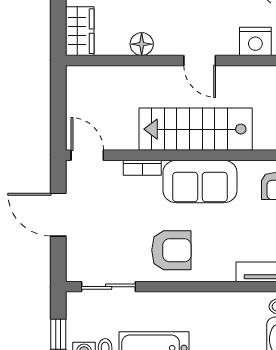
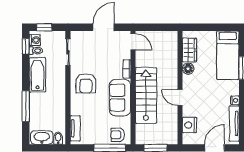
wardrobe: (80, 31) -> (189, 50), moved, turned -90
door: (200, 60) -> (180, 97), hinge flipped
door: (87, 155) -> (133, 42), hinge flipped

